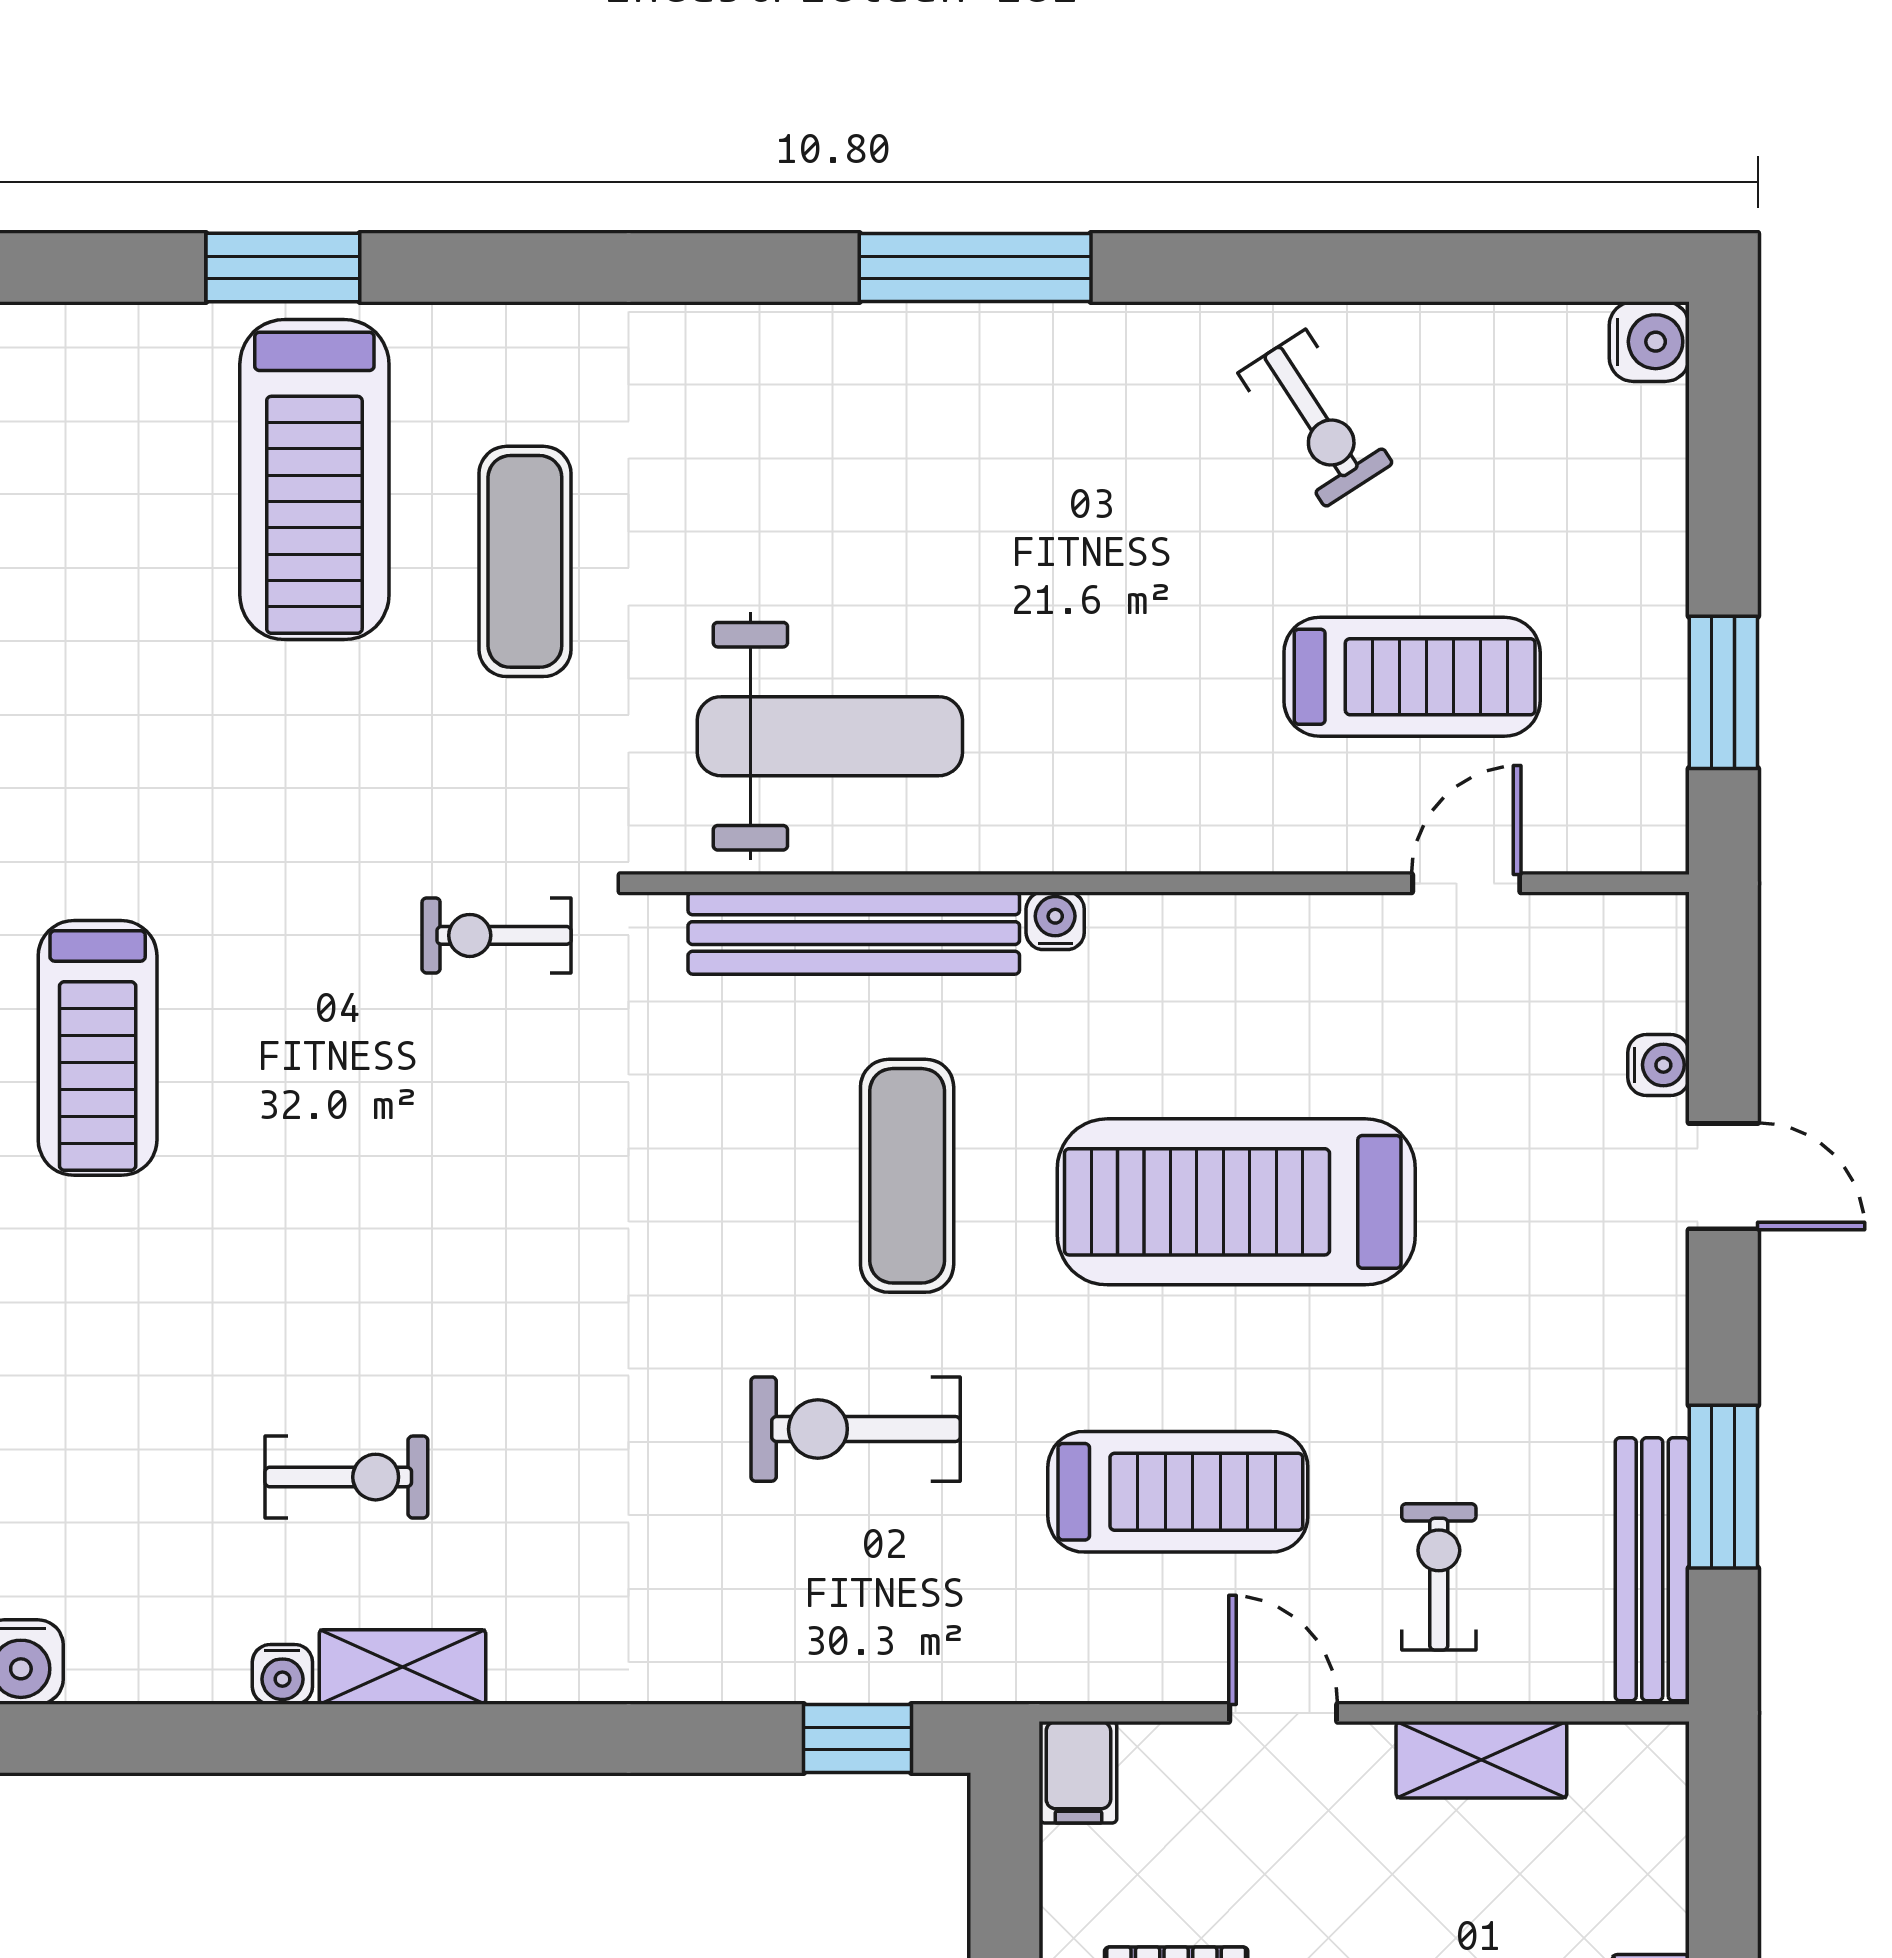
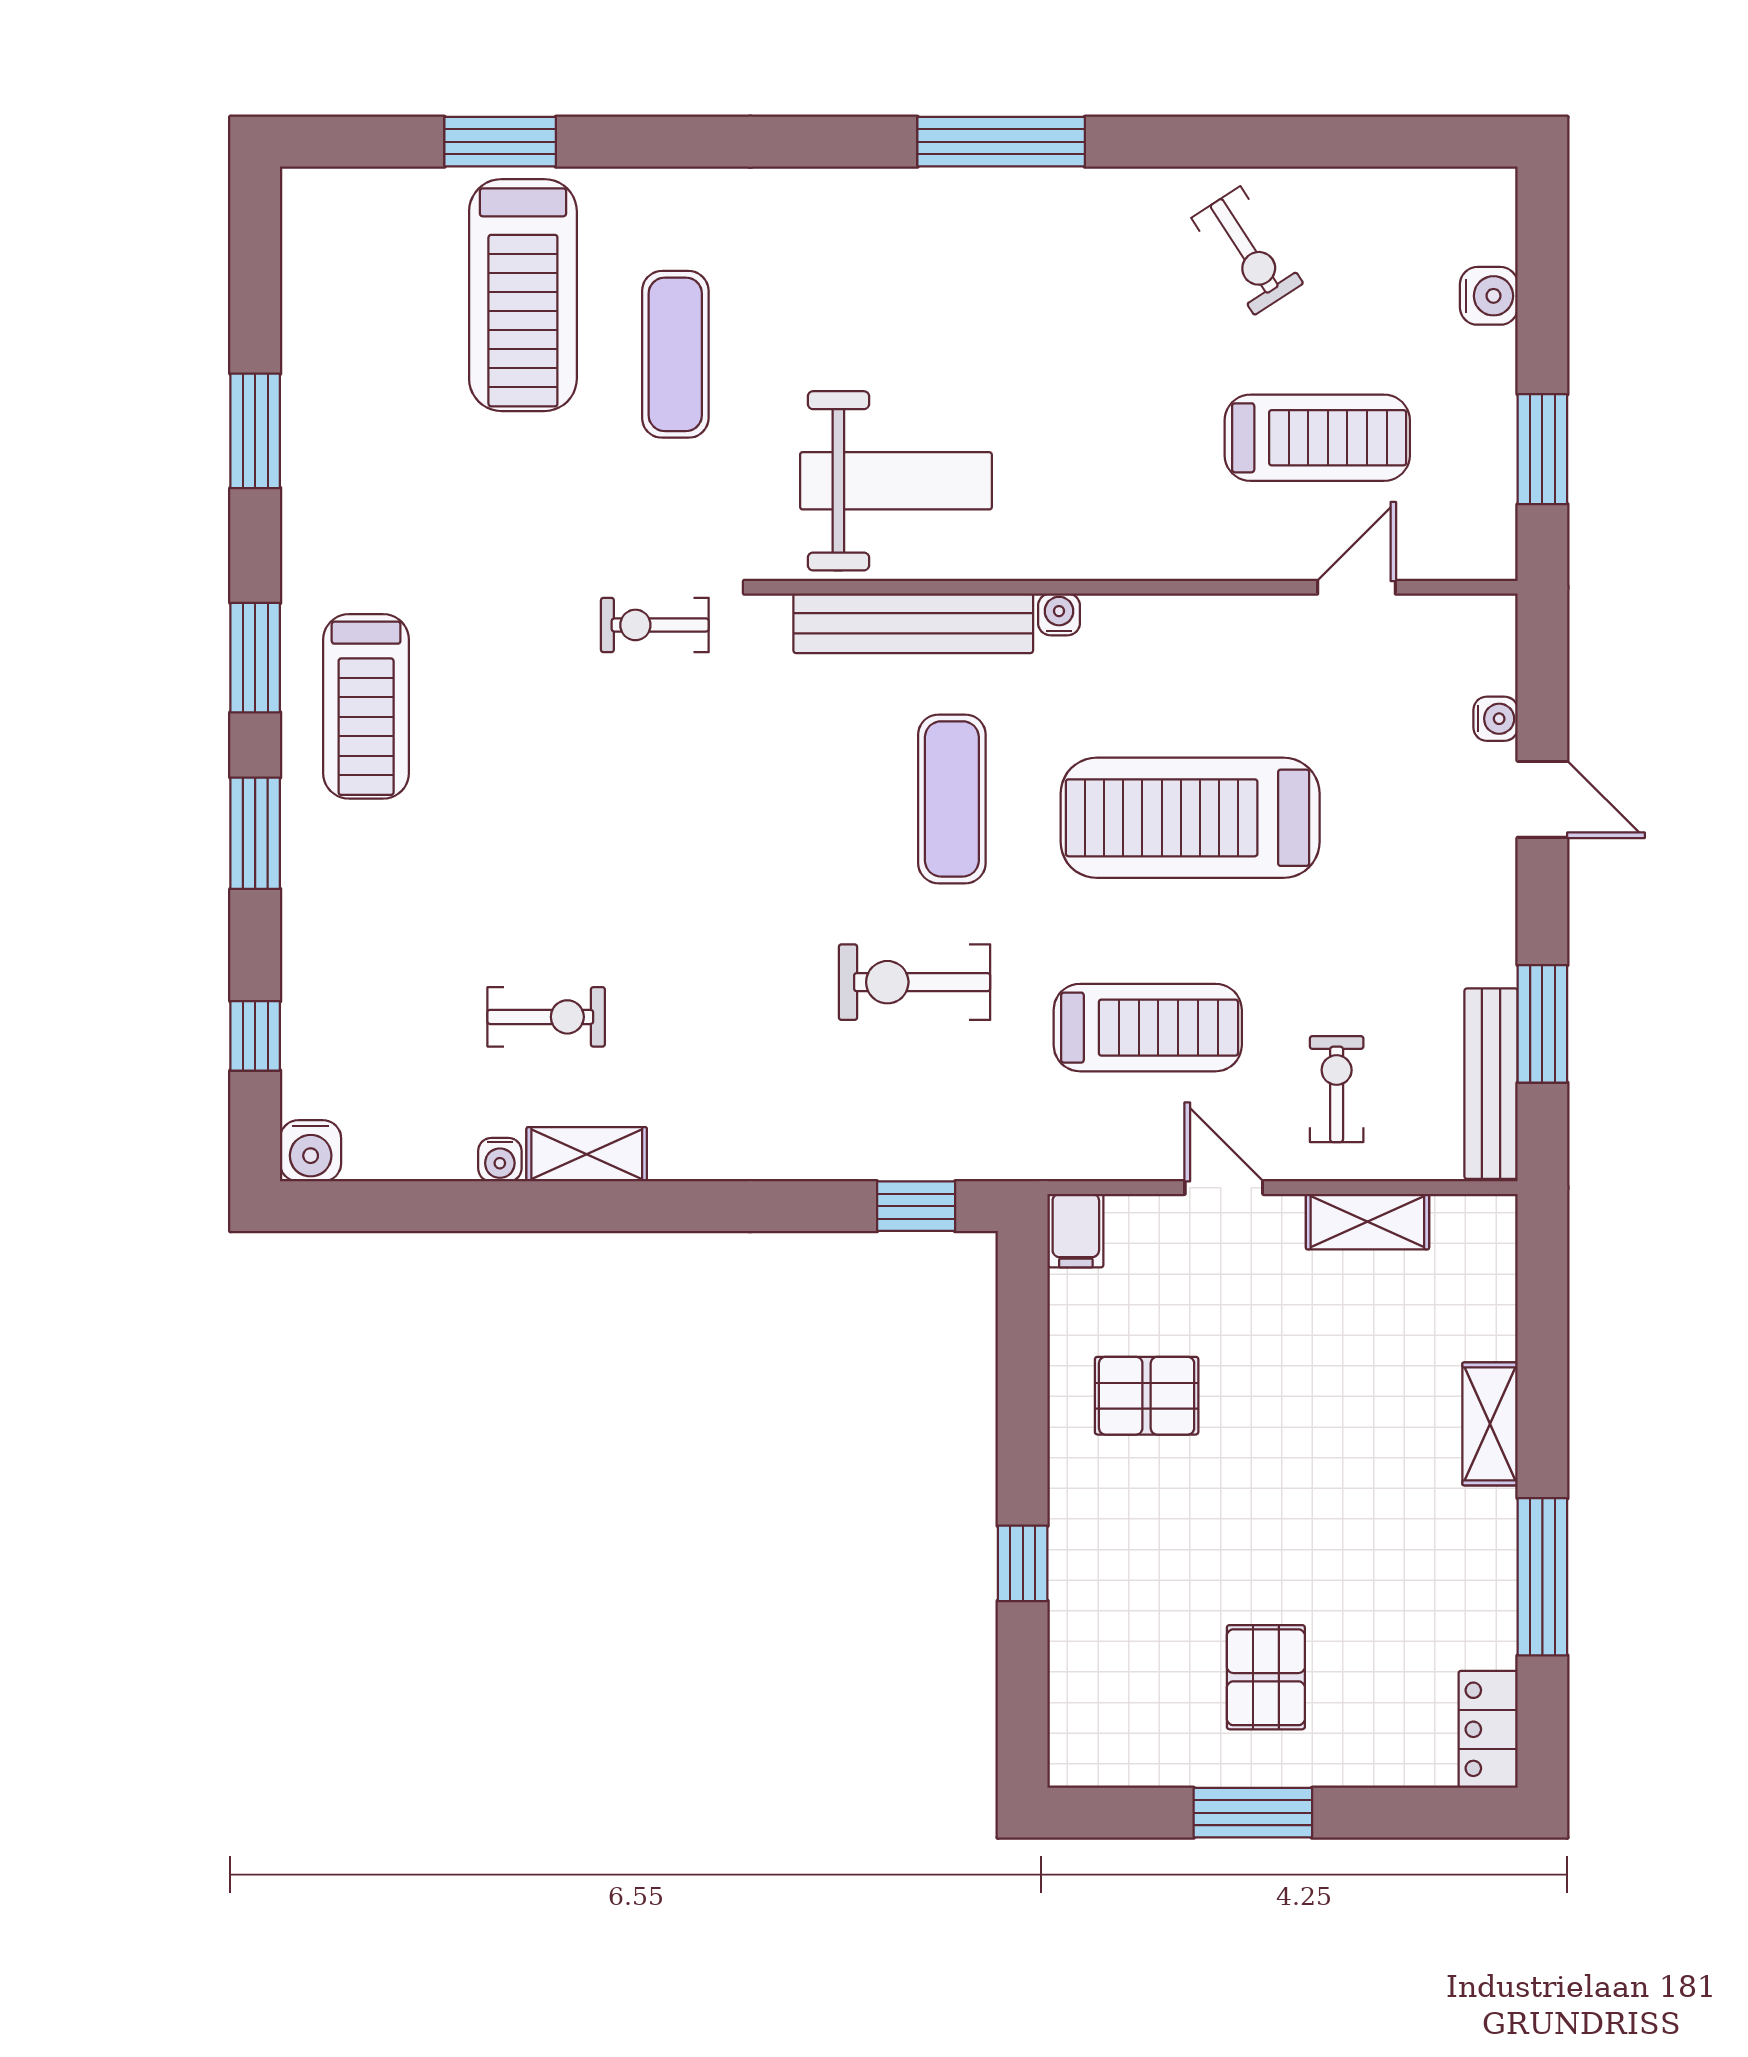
water cooler: (1649, 342) -> (1489, 296), moved

